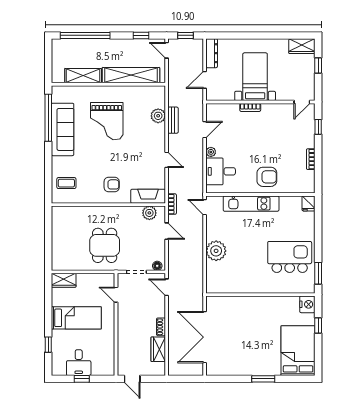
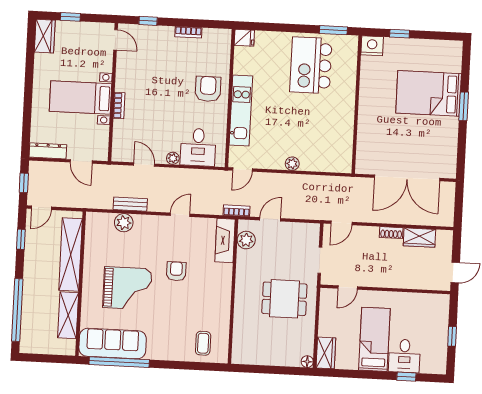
sofa: (63, 129) -> (113, 344), moved
armchair: (112, 184) -> (176, 271), moved
plant: (216, 251) -> (292, 164), width x0.53, depth x0.53
floor lamp: (157, 266) -> (307, 362), moved
bed: (298, 351) -> (429, 93), moved
desk: (79, 363) -> (404, 356), moved, turned 90

